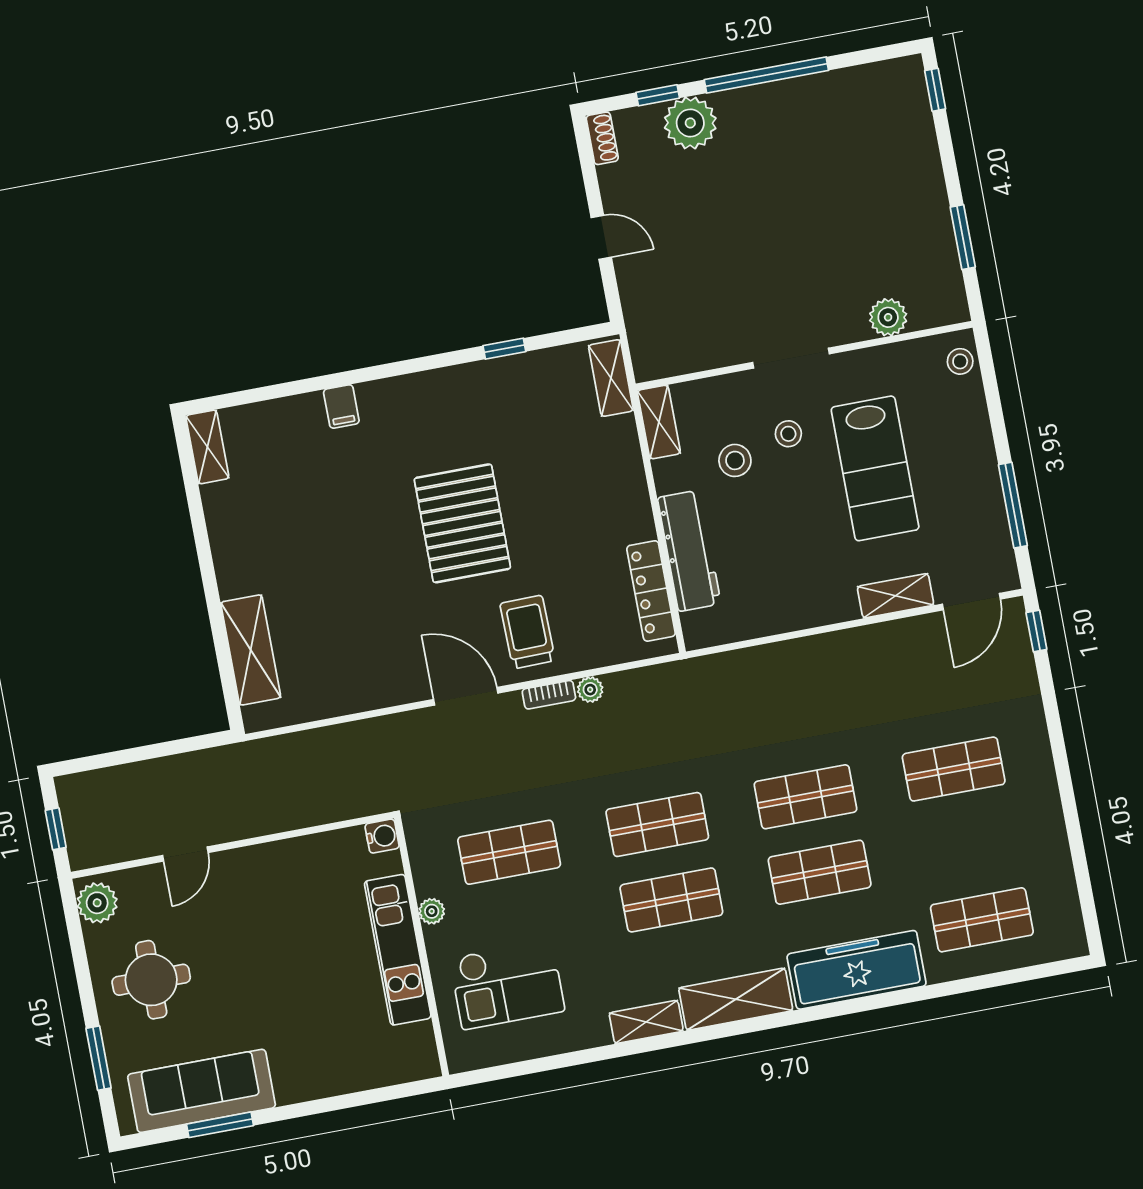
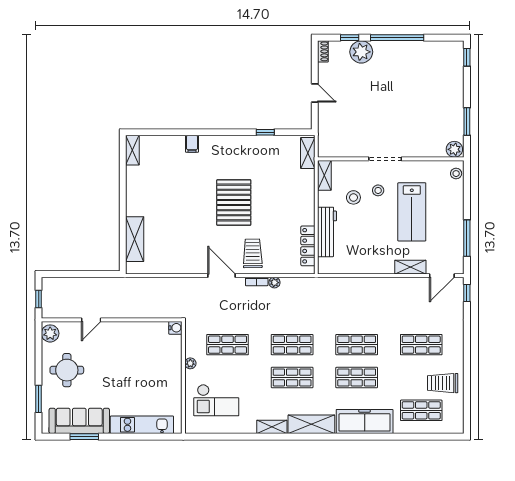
plant: (888, 317) -> (454, 149), moved
trolley: (1019, 848) -> (443, 383), added
kitchen unit: (398, 950) -> (142, 425), moved, turned 90

